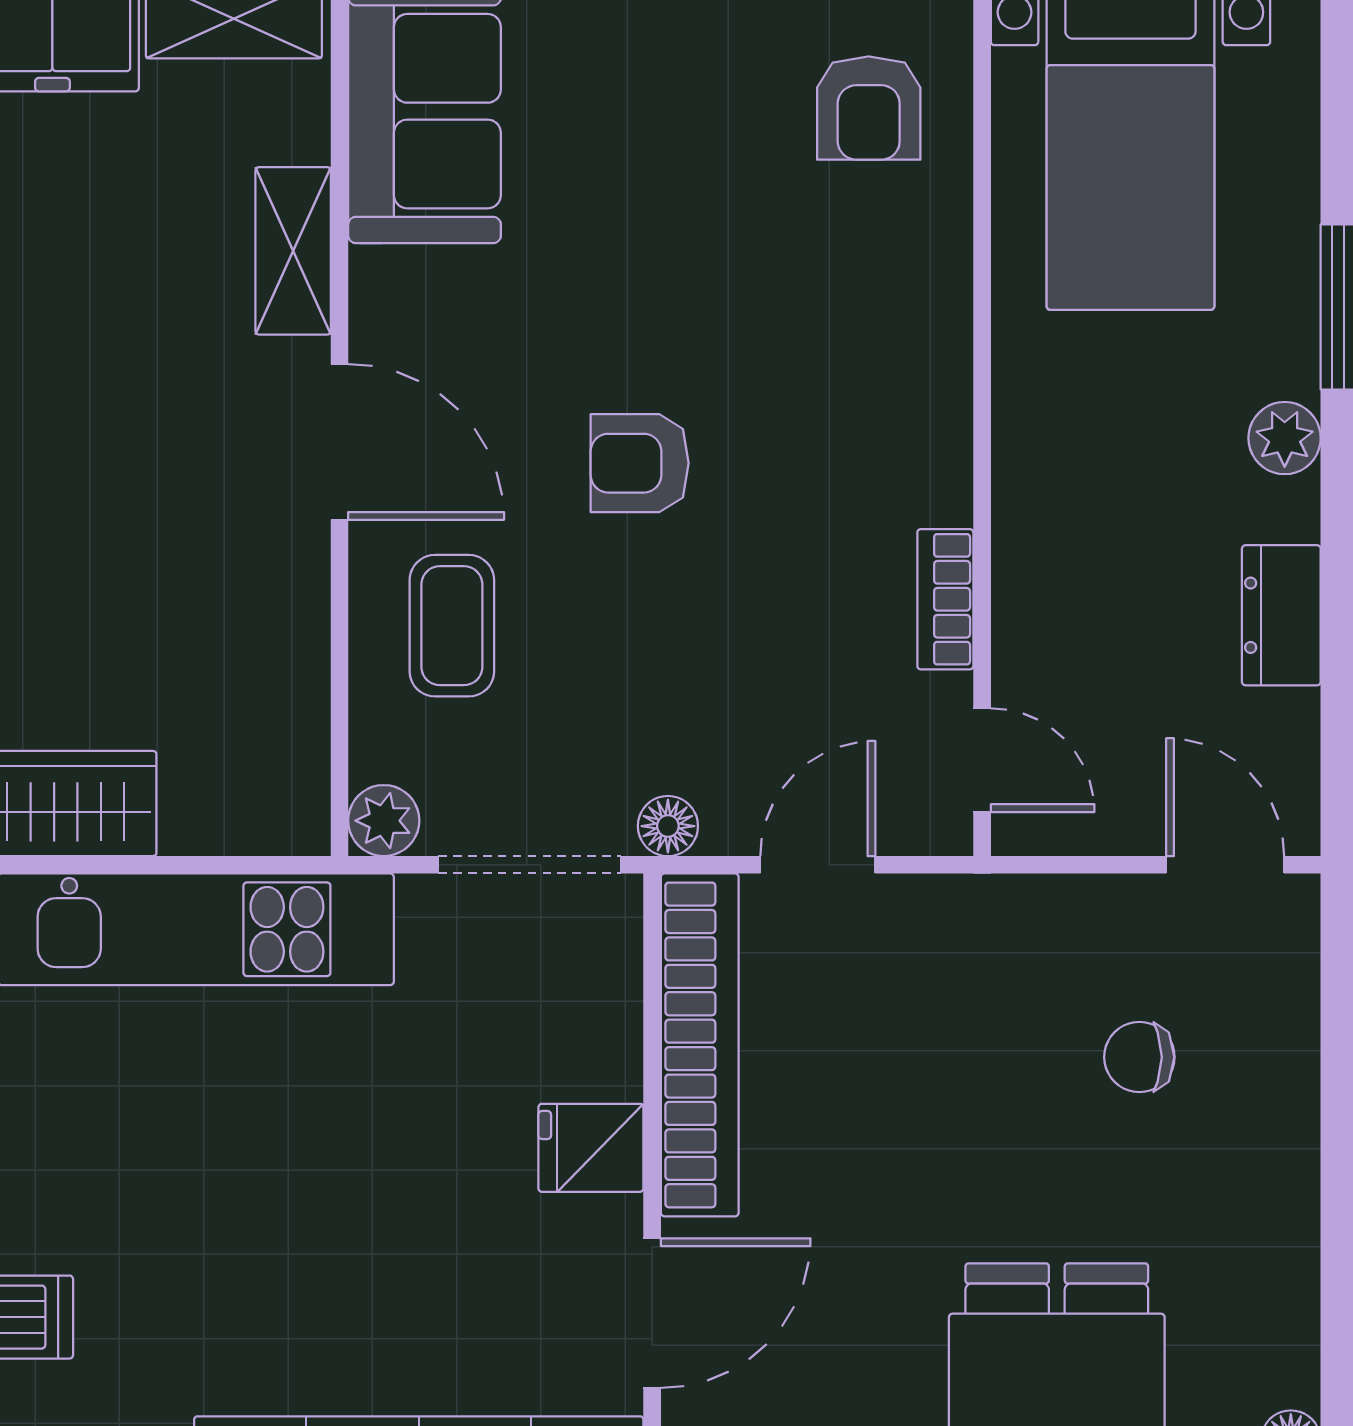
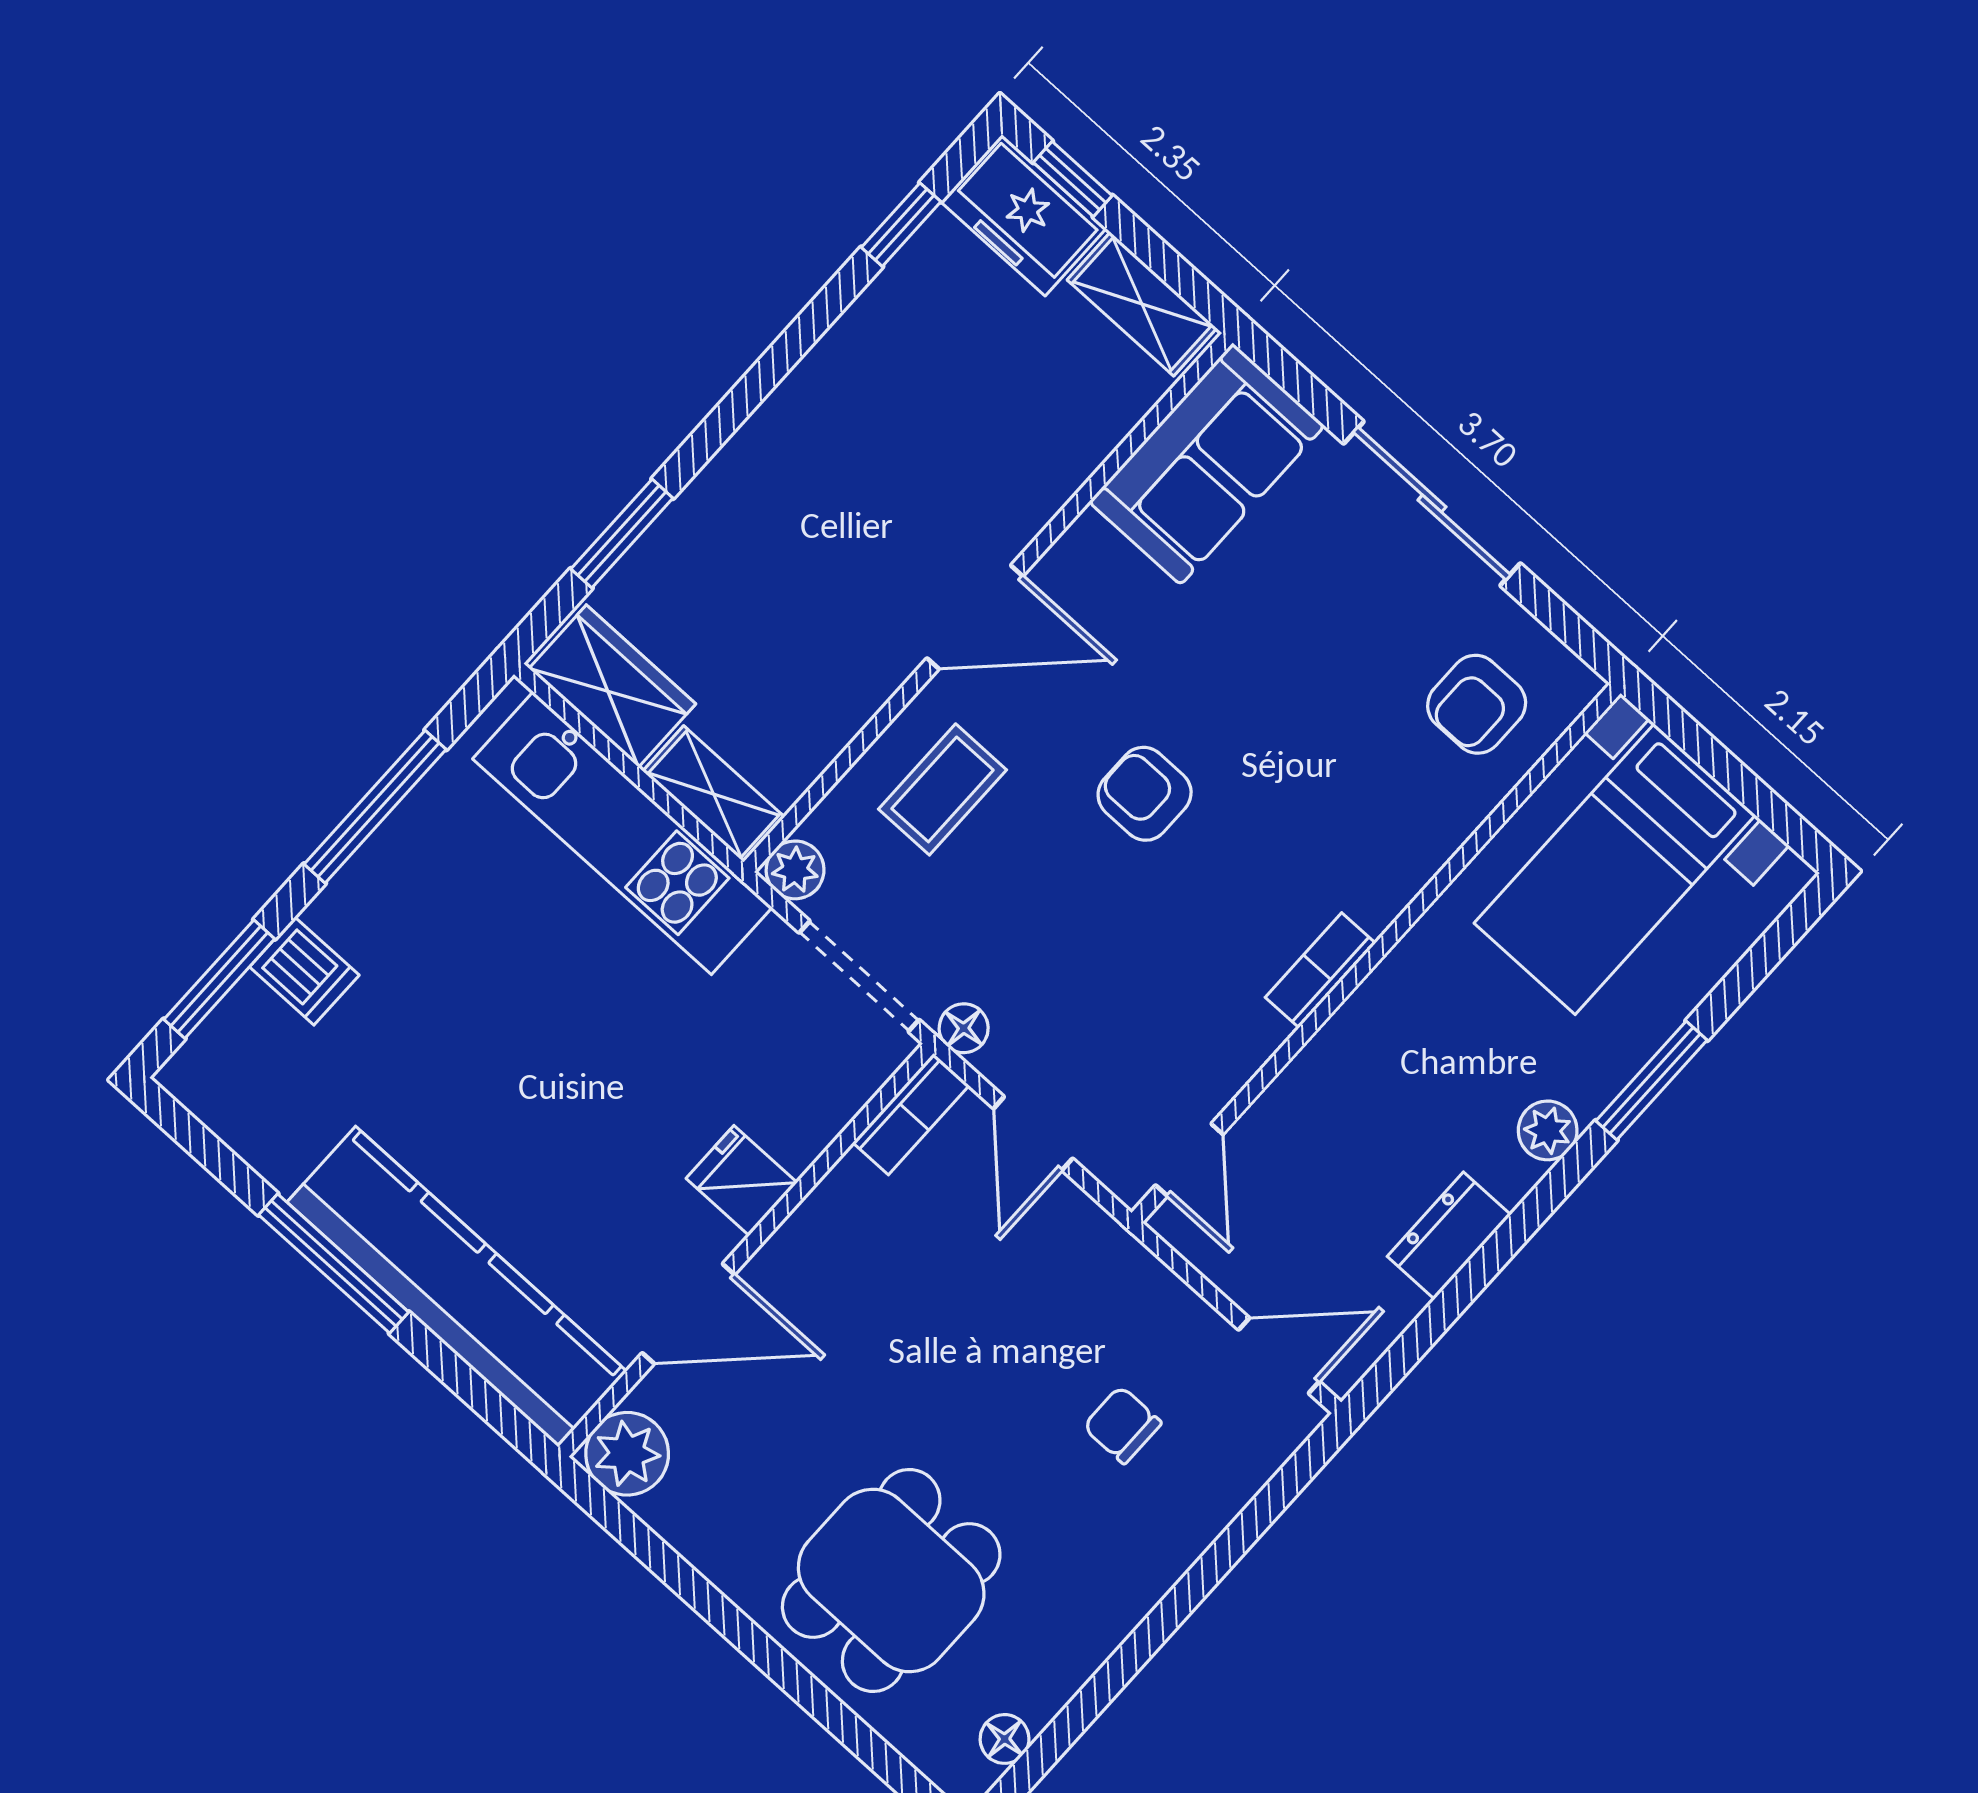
shelving: (293, 251) -> (714, 794), moved, turned 90
door: (339, 442) -> (975, 617), hinge flipped
bookcase: (945, 599) -> (1320, 970), moved
door: (818, 865) -> (1033, 1133), swing flipped
door: (1225, 865) -> (1279, 1356), hinge flipped
bookcase: (700, 1045) -> (911, 1114), width x0.43, depth x0.76

